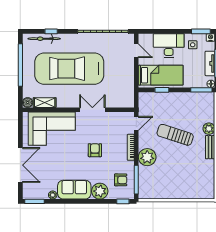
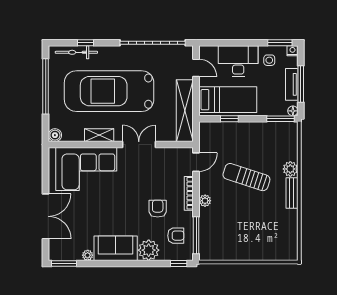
shelving: (128, 84) -> (185, 111), added
shelving: (45, 103) -> (99, 135), moved
armchair: (95, 150) -> (158, 209), moved
plant: (147, 157) -> (205, 201), width x0.53, depth x0.53

